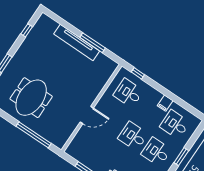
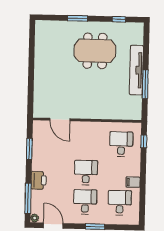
meeting table: (31, 98) -> (95, 51), moved
door: (87, 115) -> (60, 120), moved
window: (34, 135) -> (31, 84), removed

